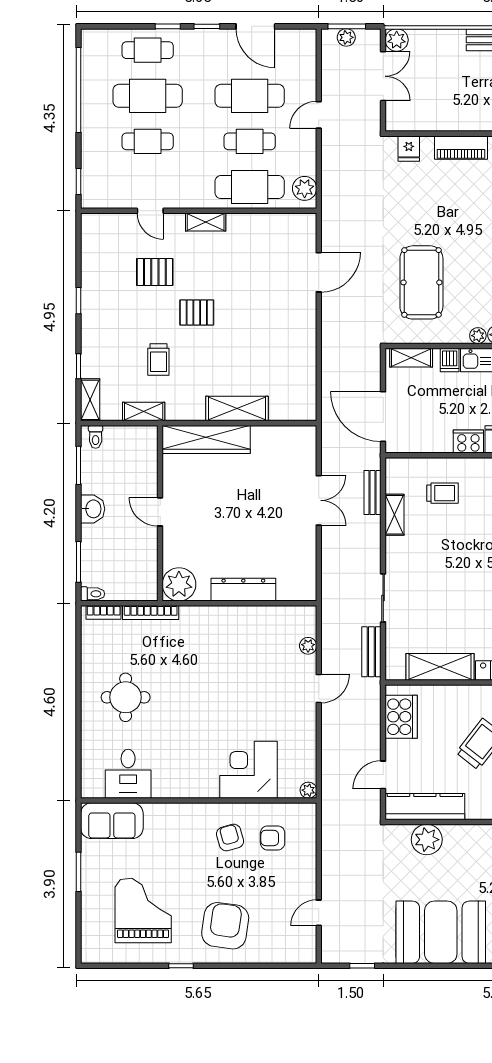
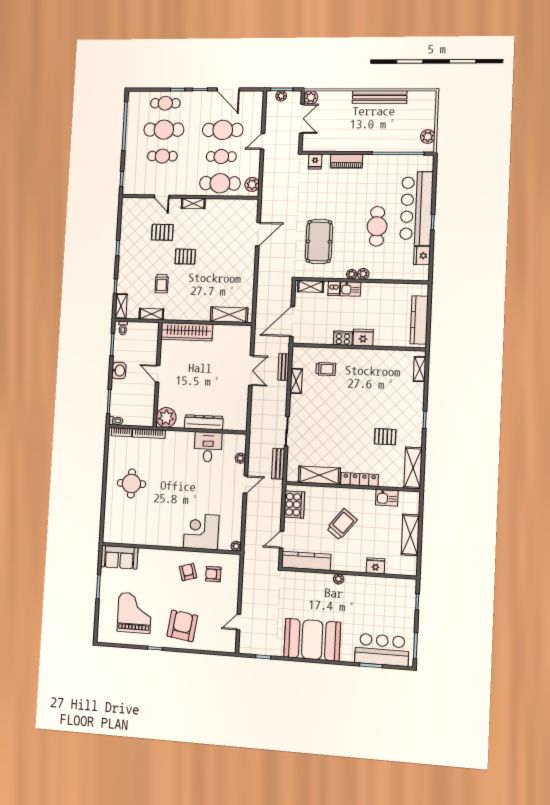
shelving: (237, 409) -> (229, 315), moved
door: (383, 417) -> (292, 321), hinge flipped
desk: (128, 774) -> (208, 447), moved, turned 180
plant: (427, 840) -> (339, 579), moved, width x0.53, depth x0.53

